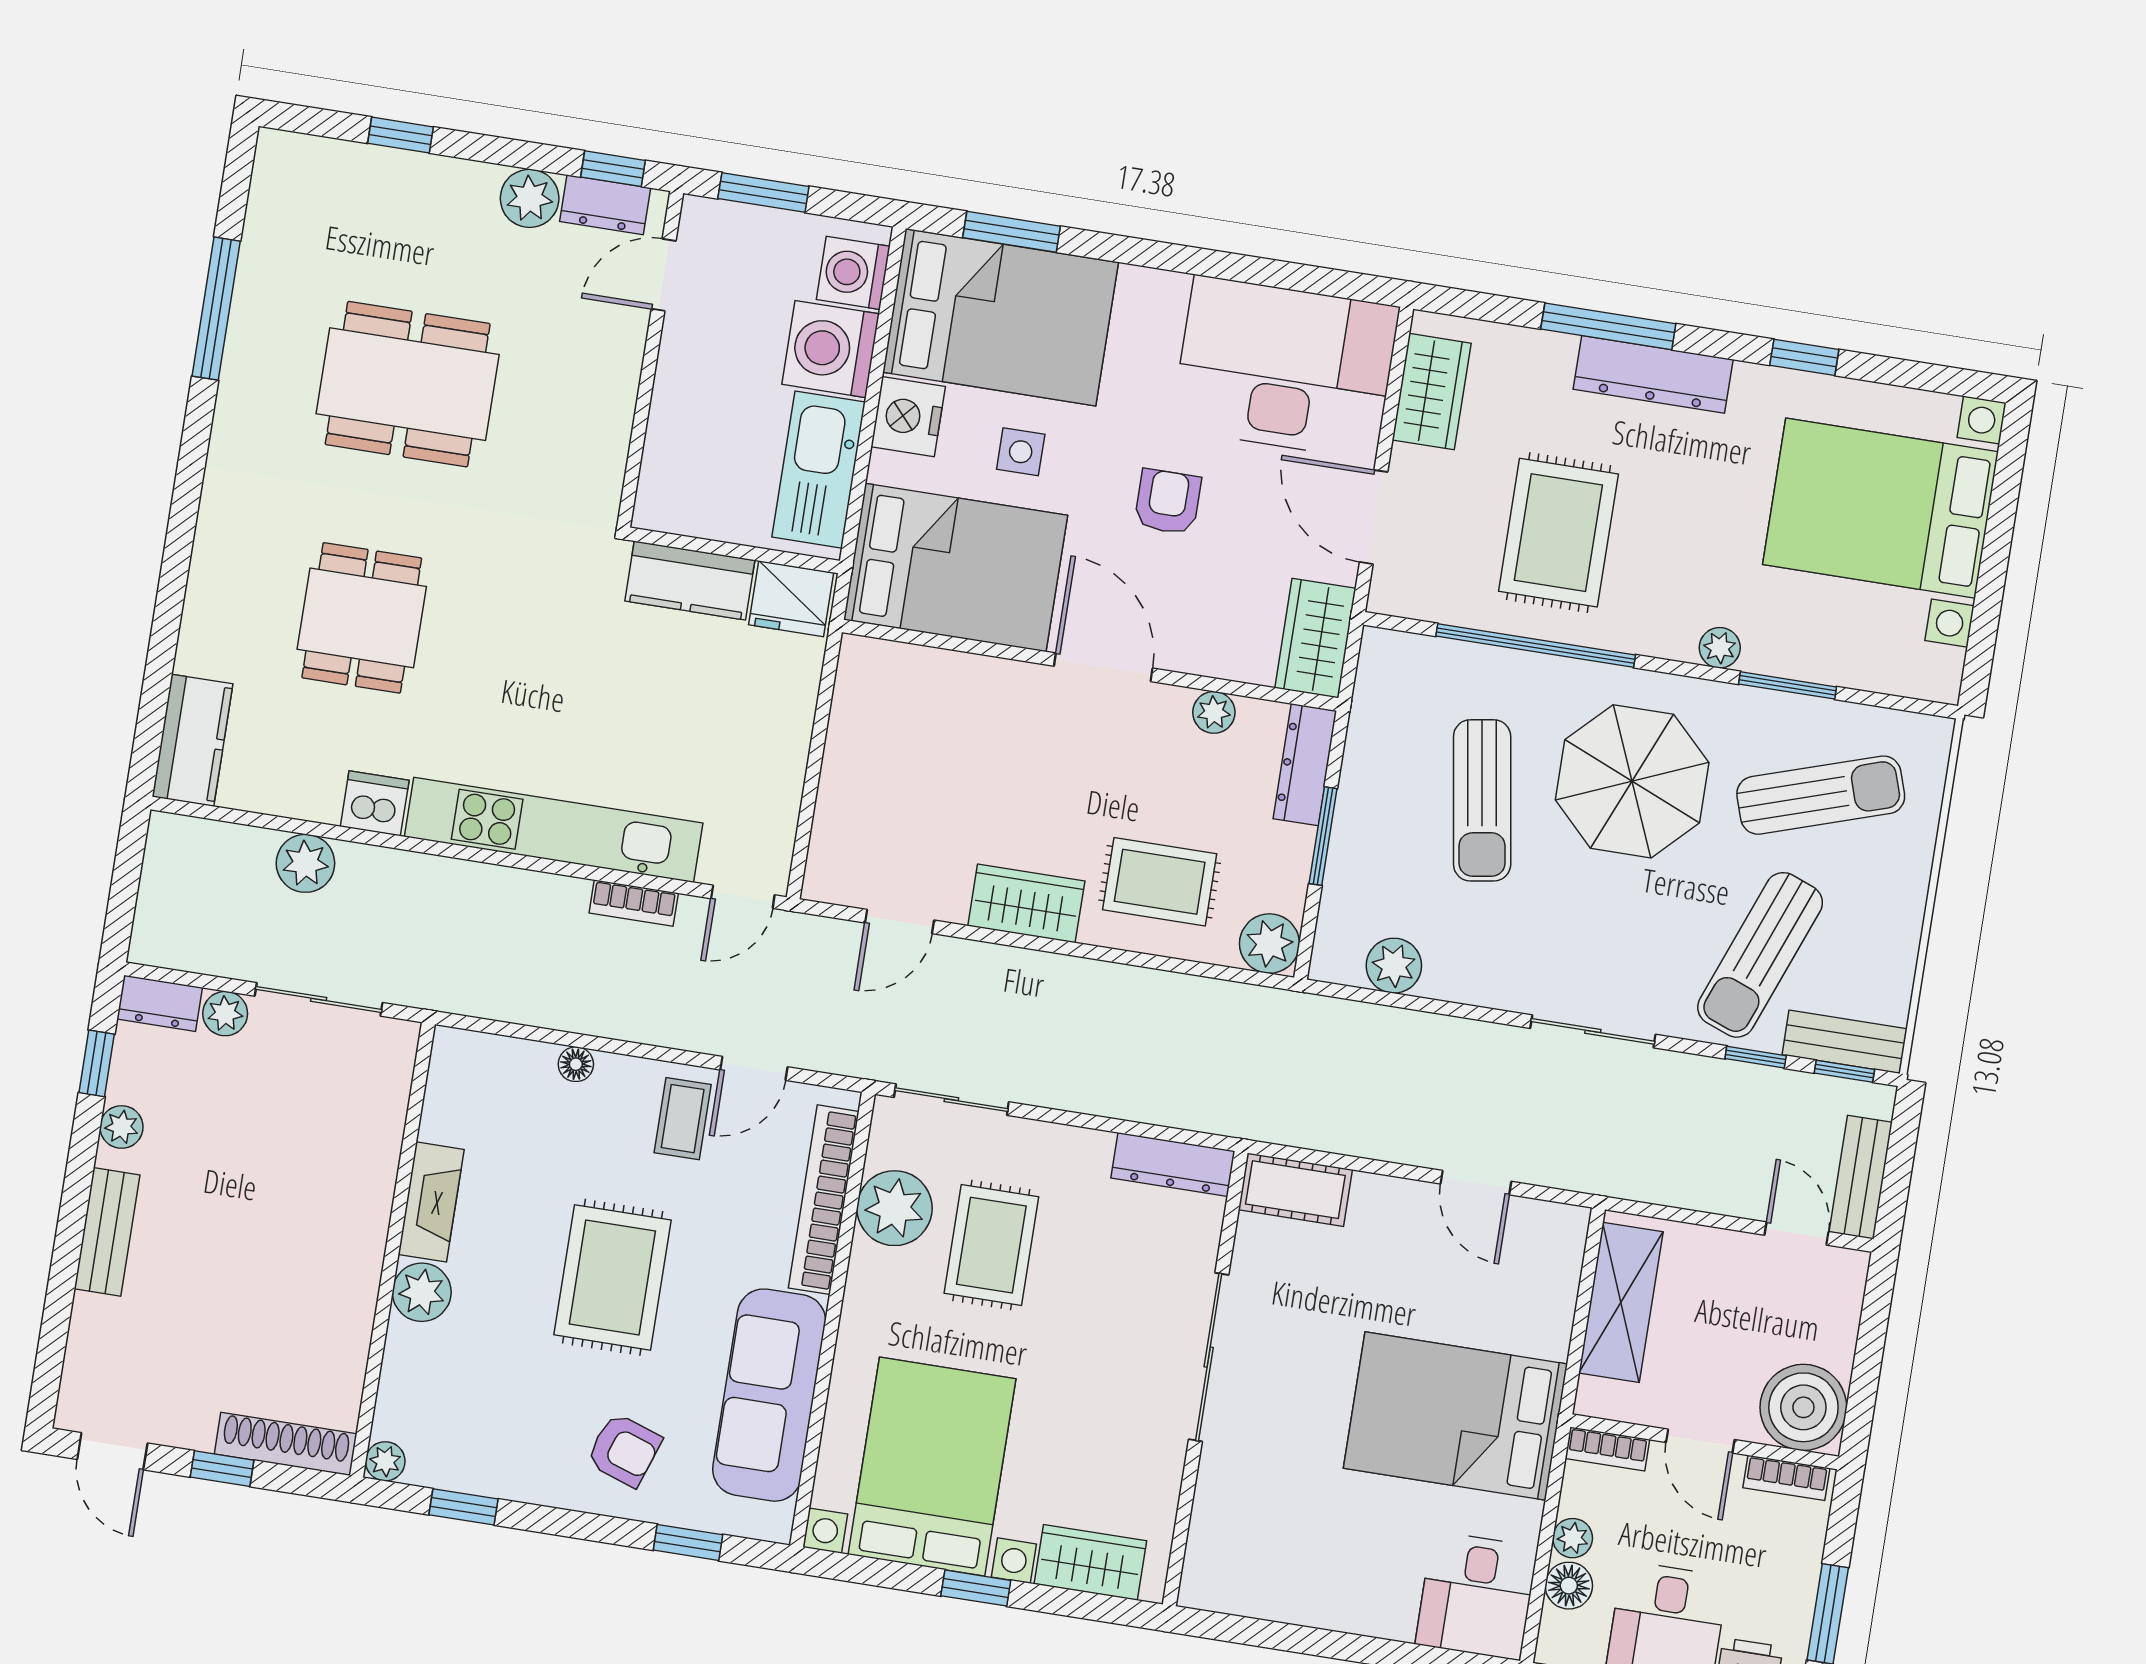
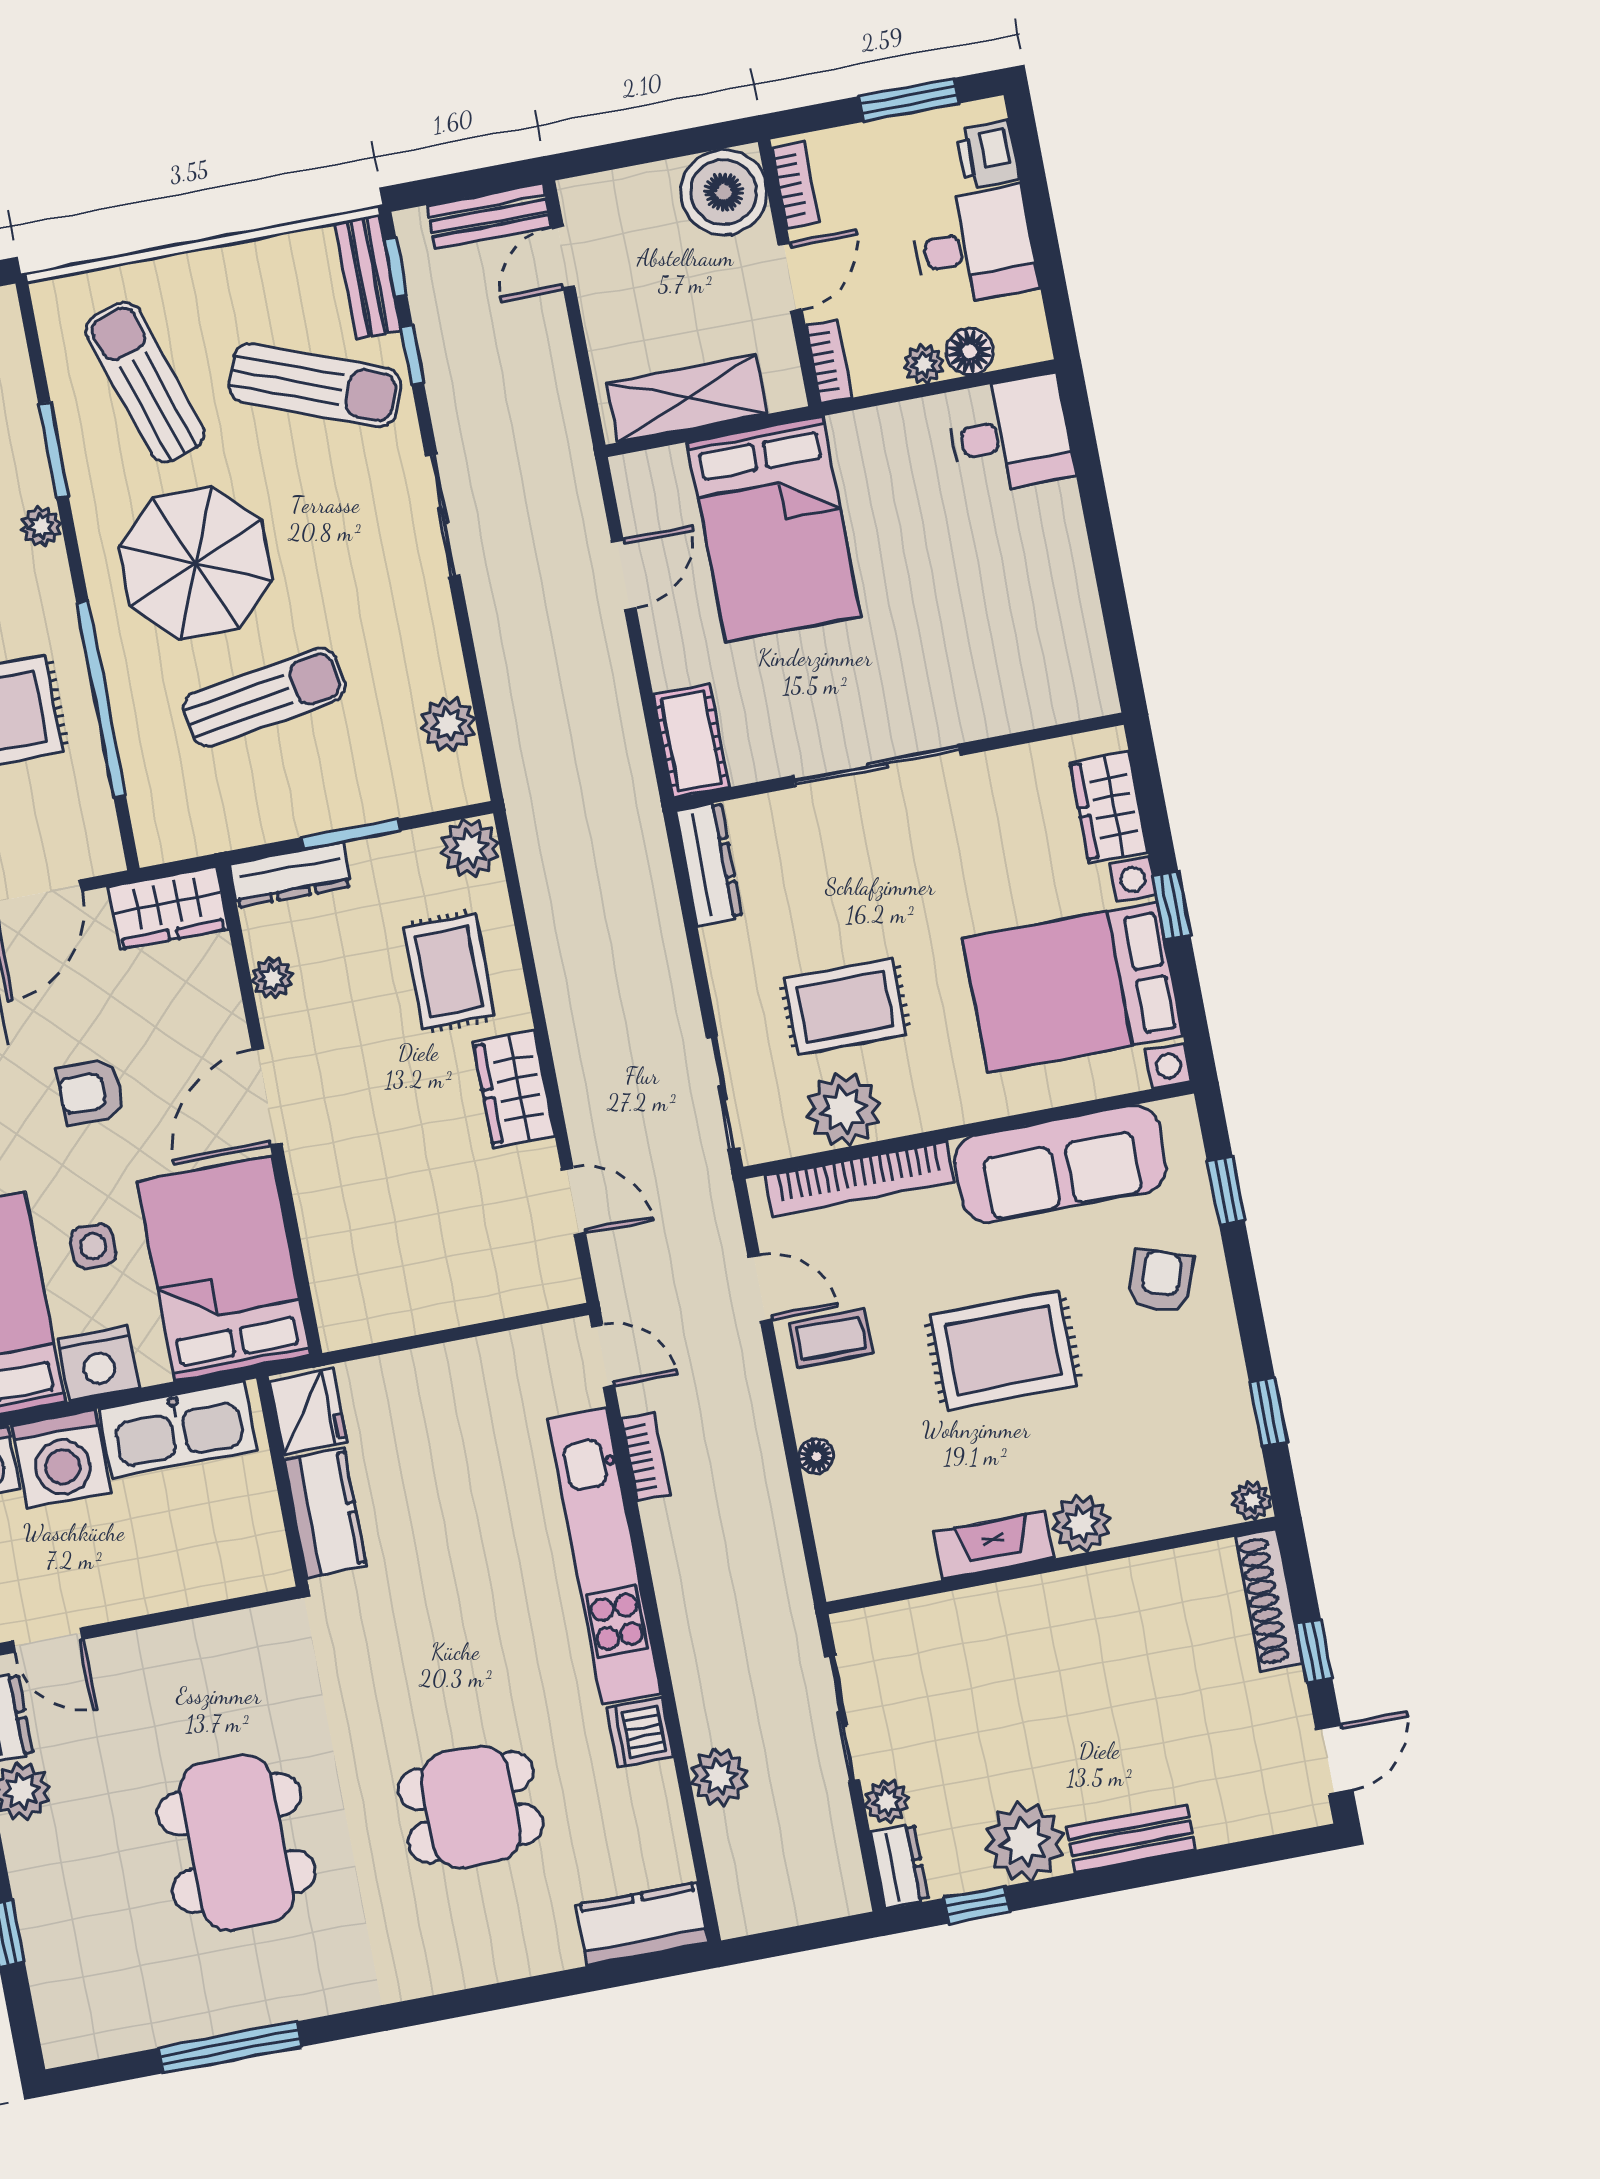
plant: (122, 1127) -> (1024, 1842), width x1.87, depth x1.87
bed: (1455, 1416) -> (774, 529), moved

